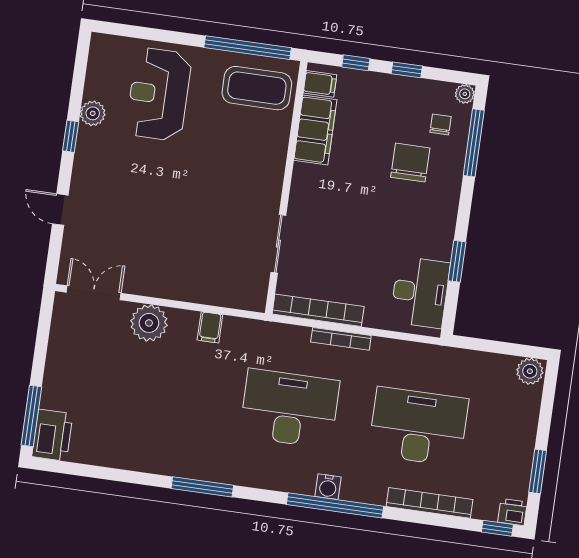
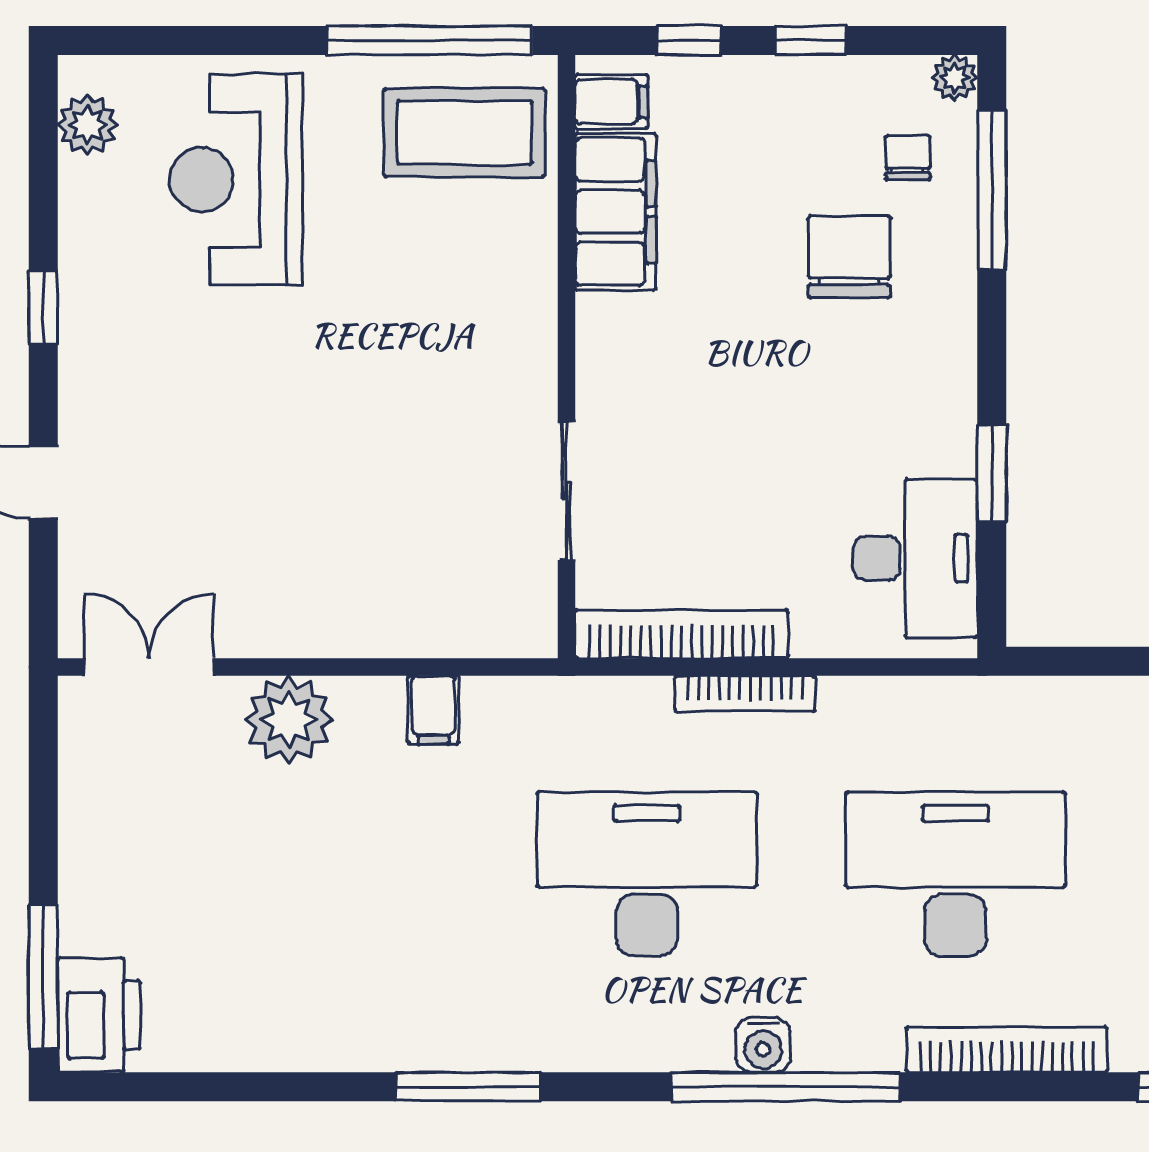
plant: (93, 113) -> (88, 125), moved

